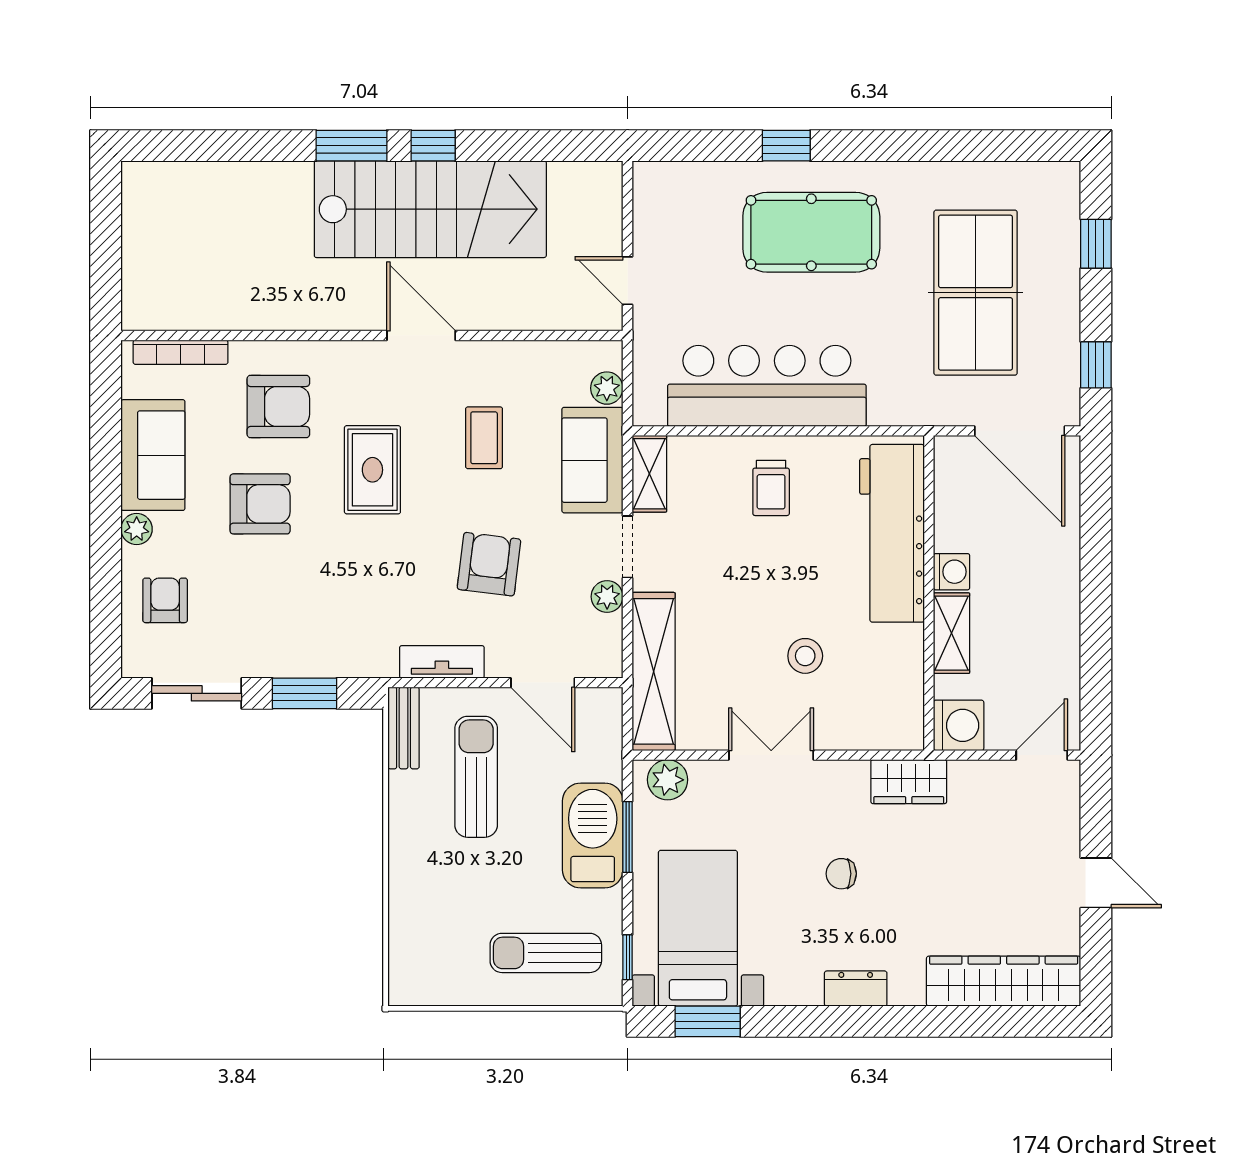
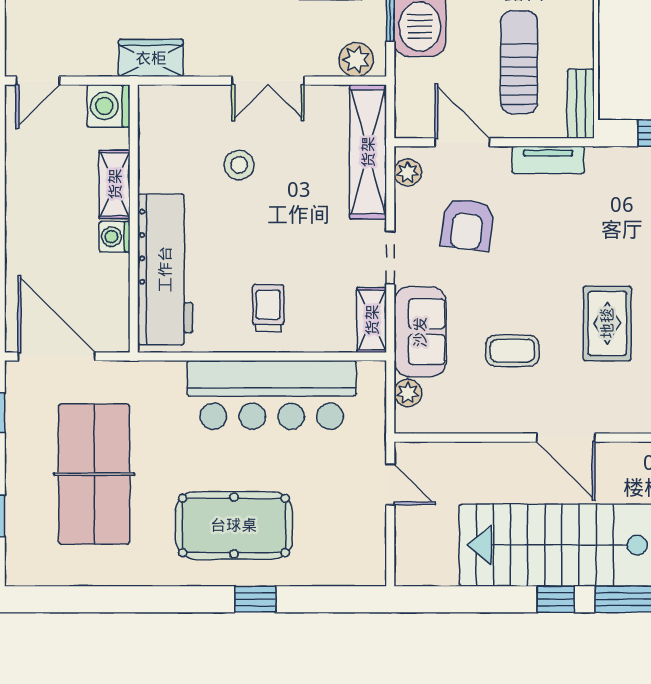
coffee table: (484, 438) -> (512, 351), turned 90
armchair: (489, 564) -> (467, 225), moved
plant: (607, 597) -> (408, 172), moved
sun lounger: (476, 777) -> (519, 62), turned 180

